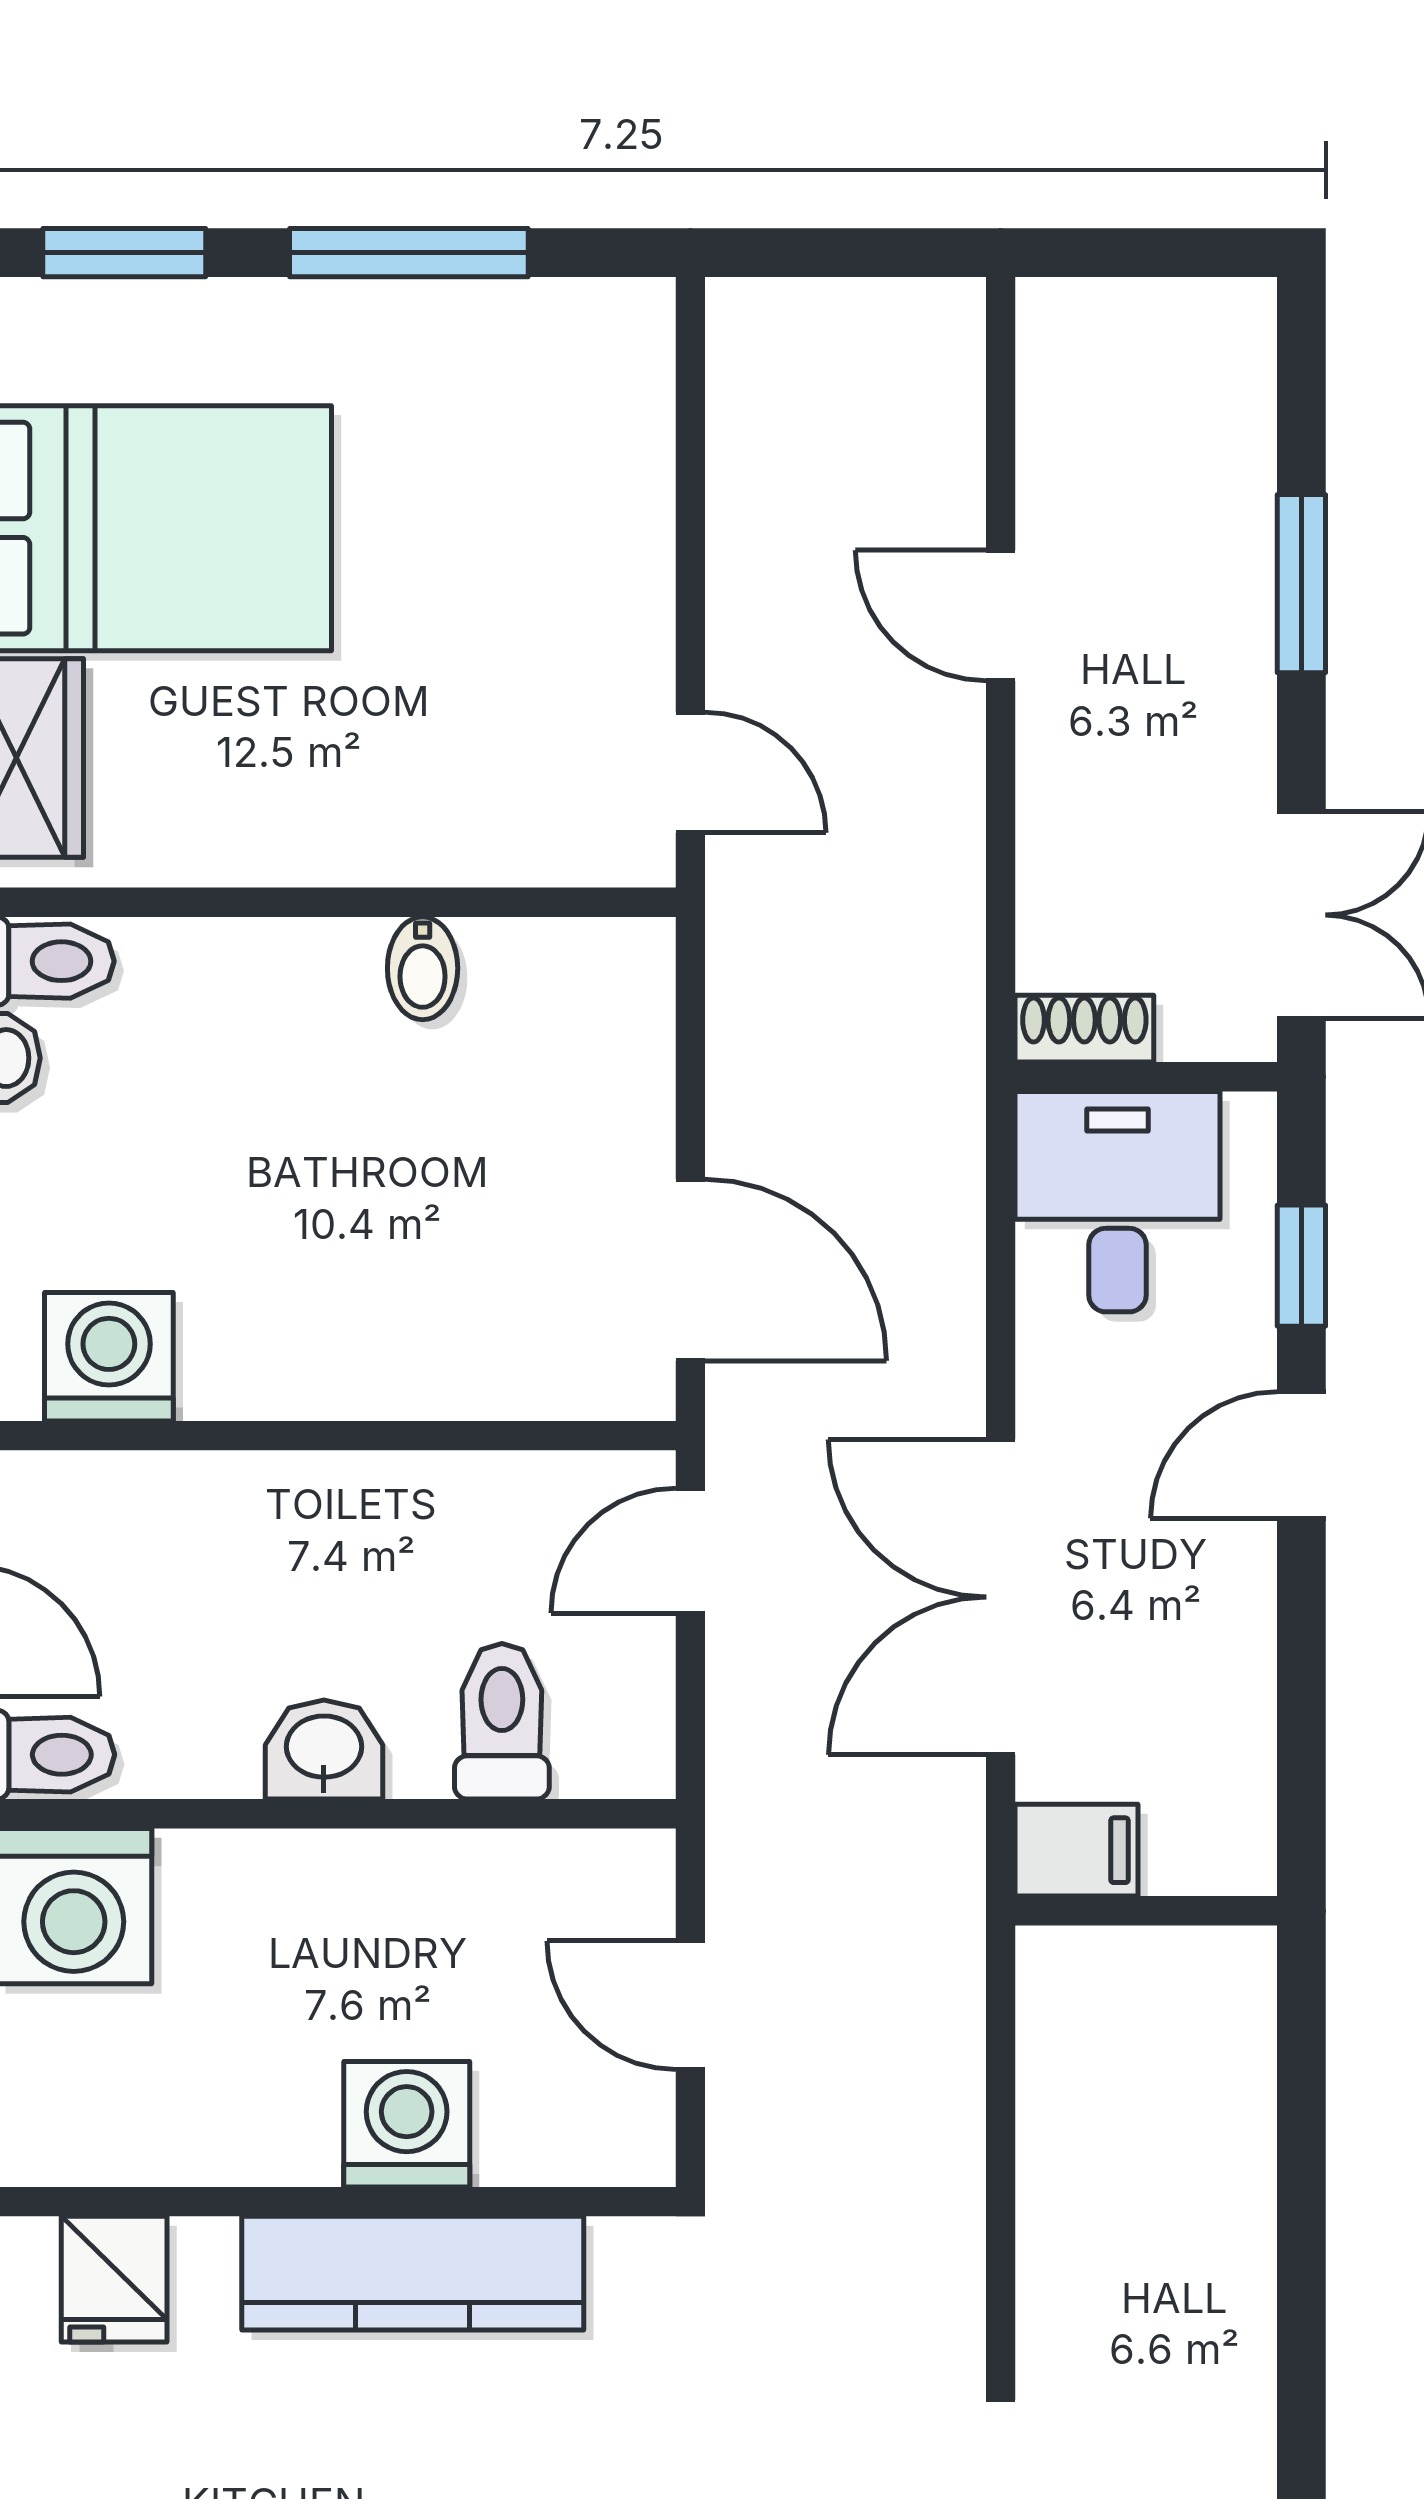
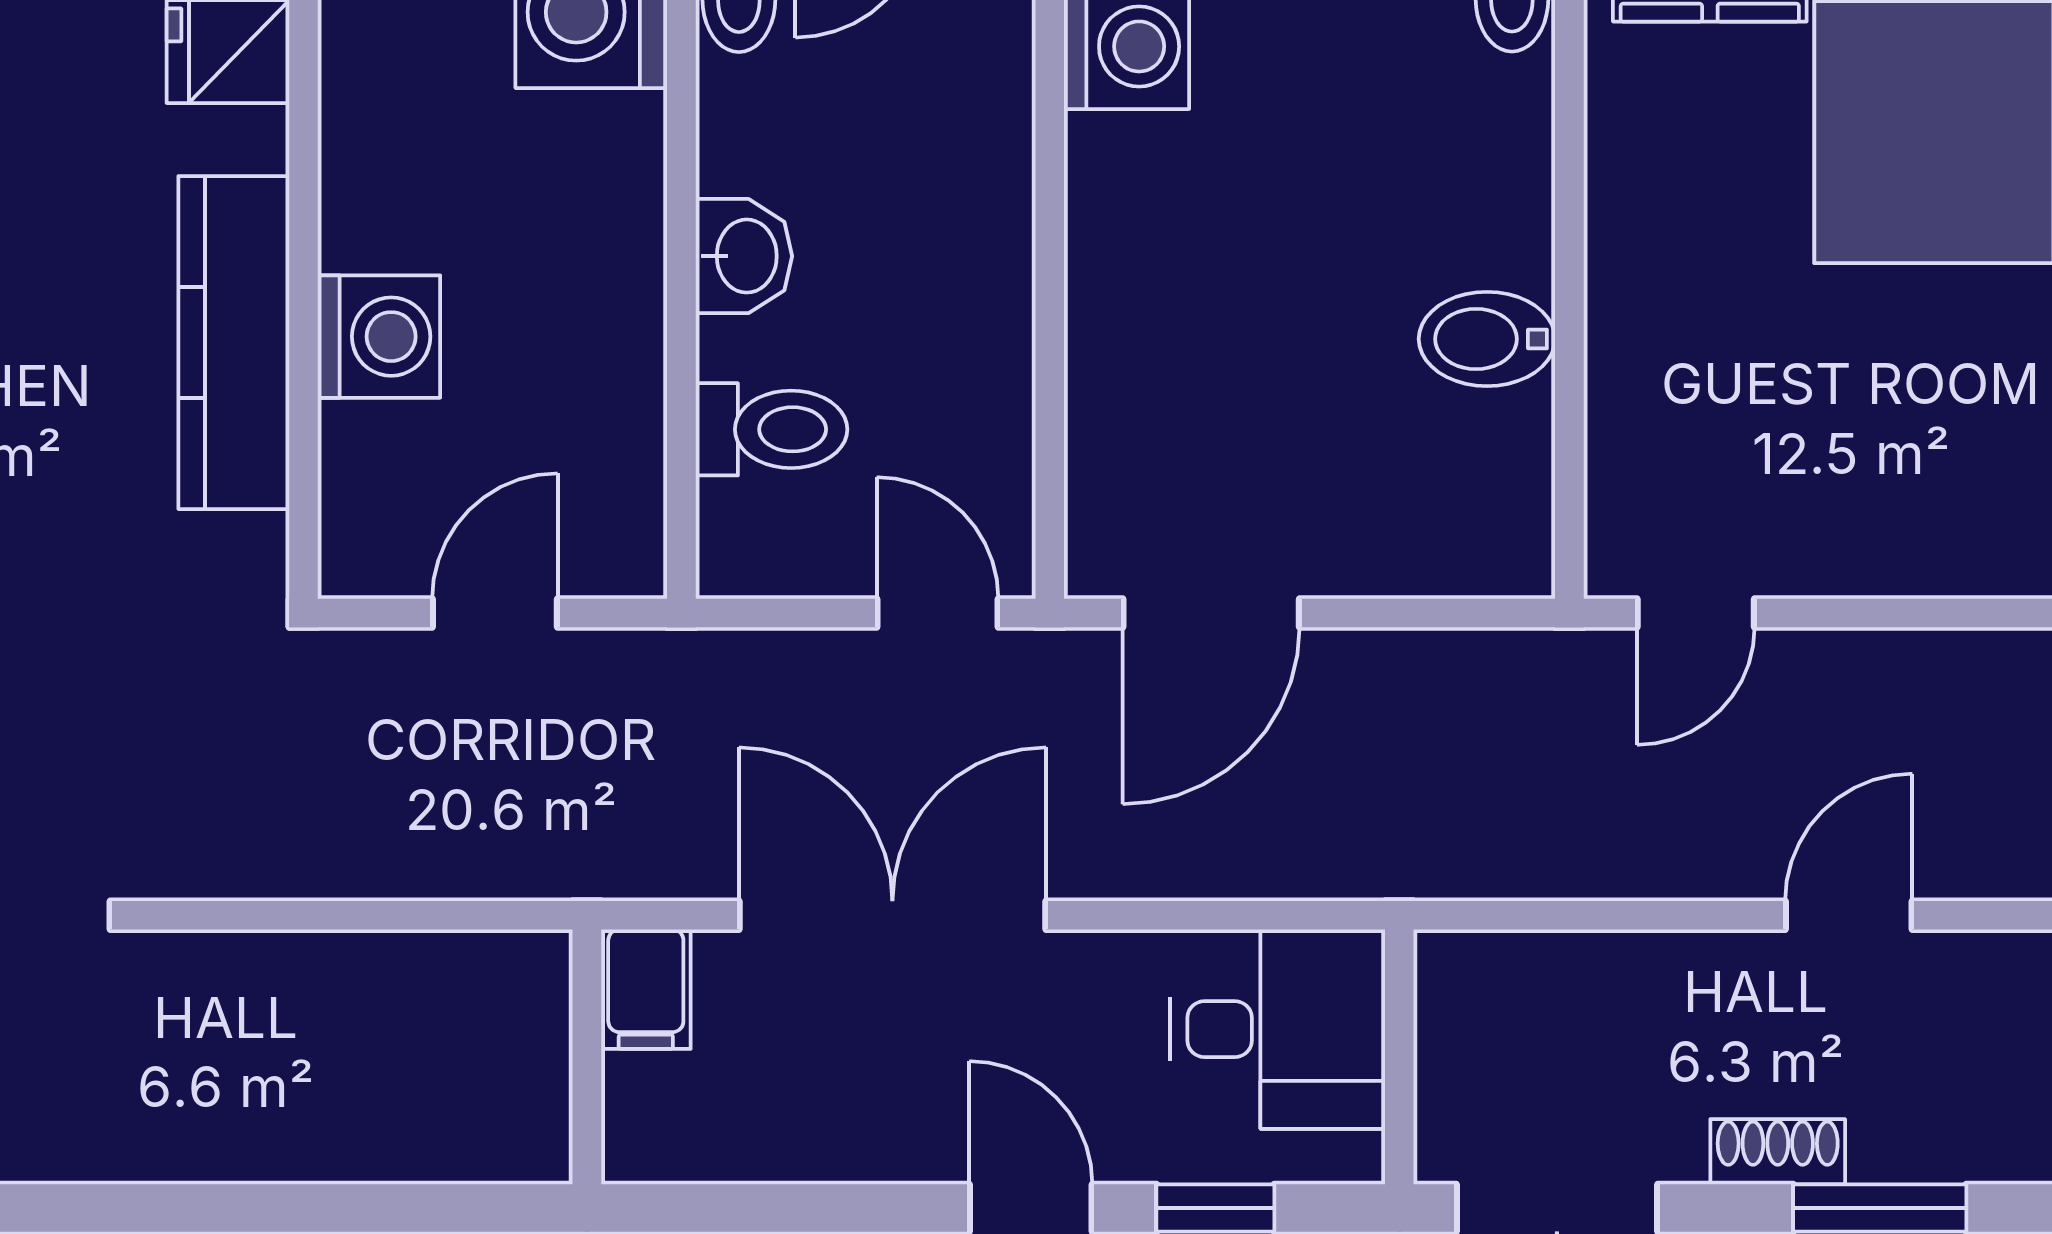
bidet: (423, 968) -> (1487, 339), width x1.38, depth x1.36
shoe rack: (1084, 1029) -> (1778, 1152), moved, turned -90

